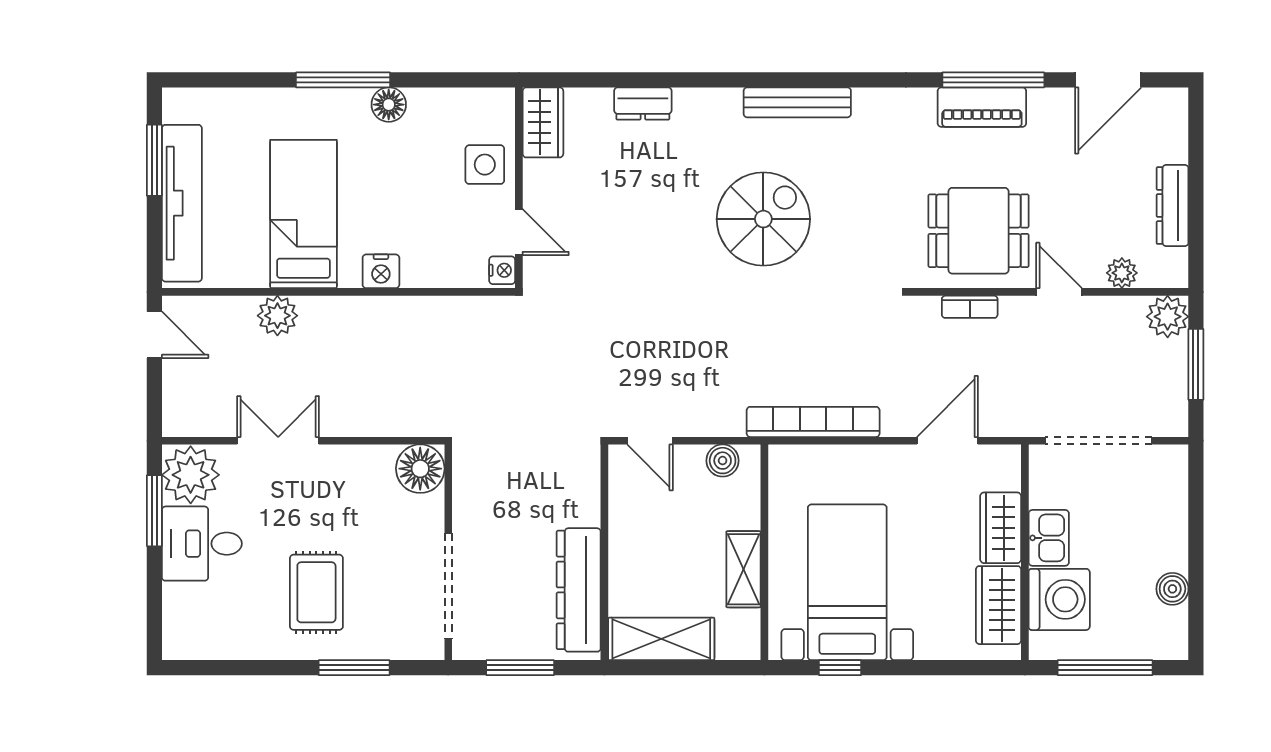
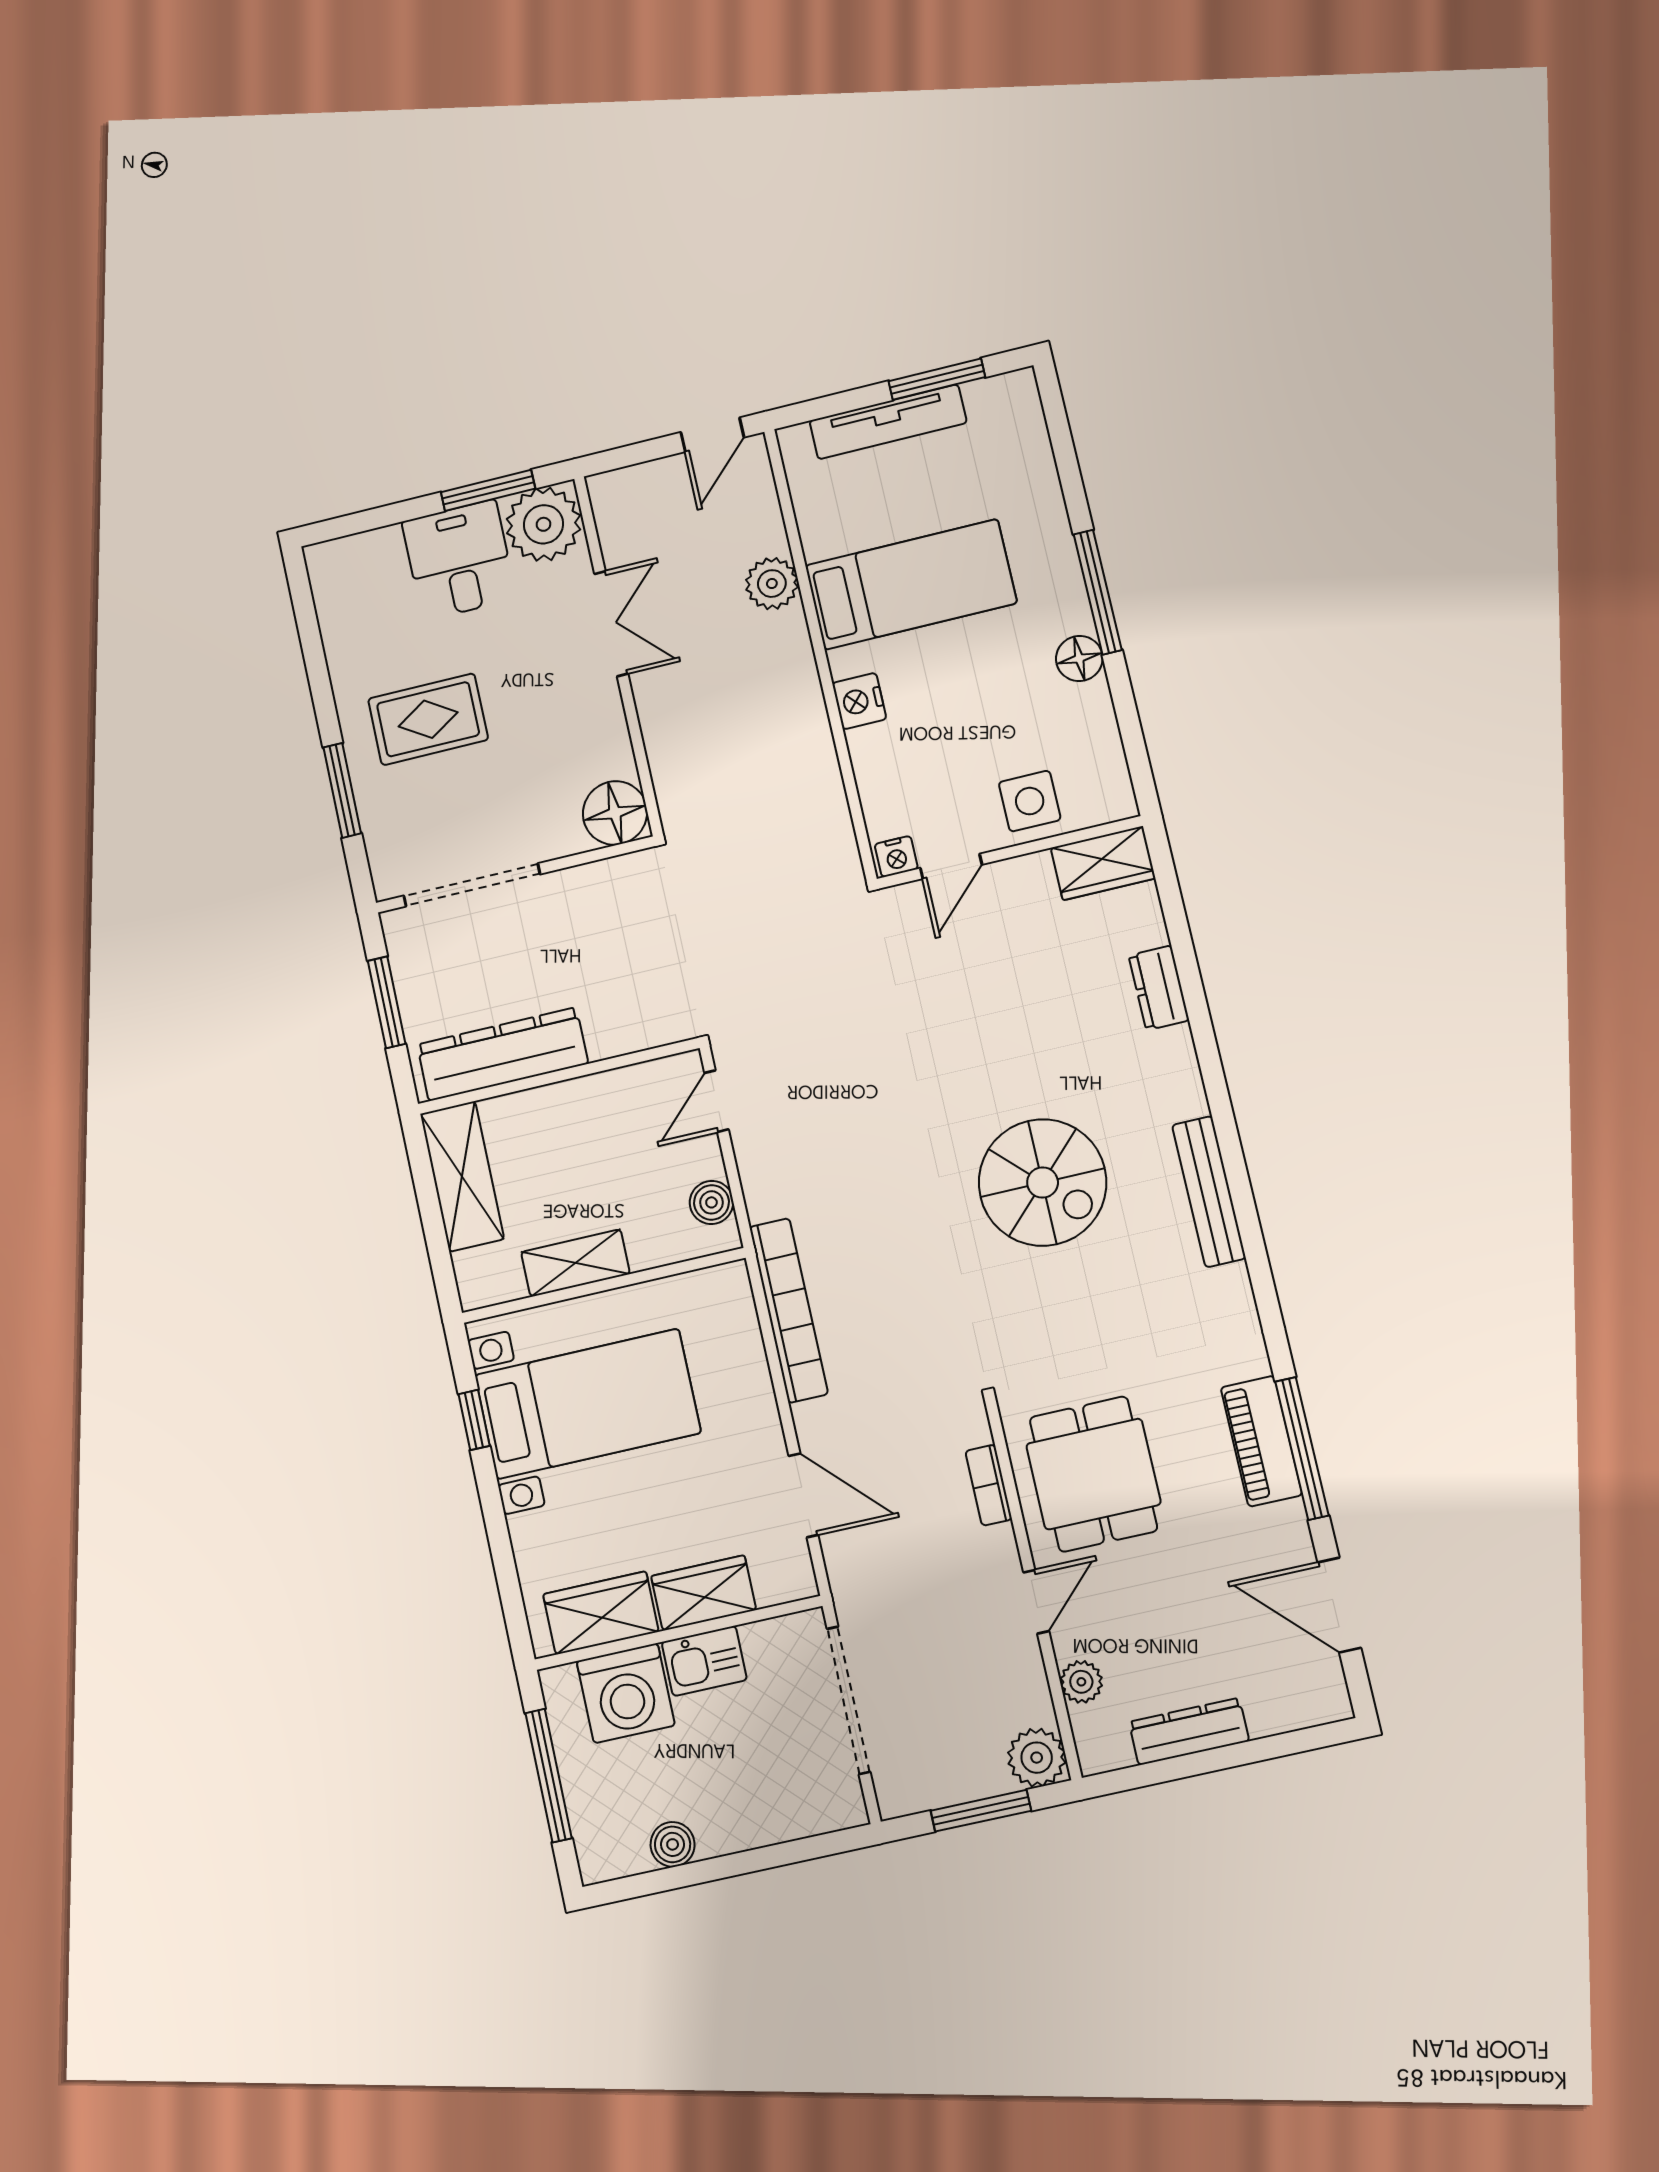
tv unit: (182, 203) -> (888, 422), width x0.73, depth x0.78

